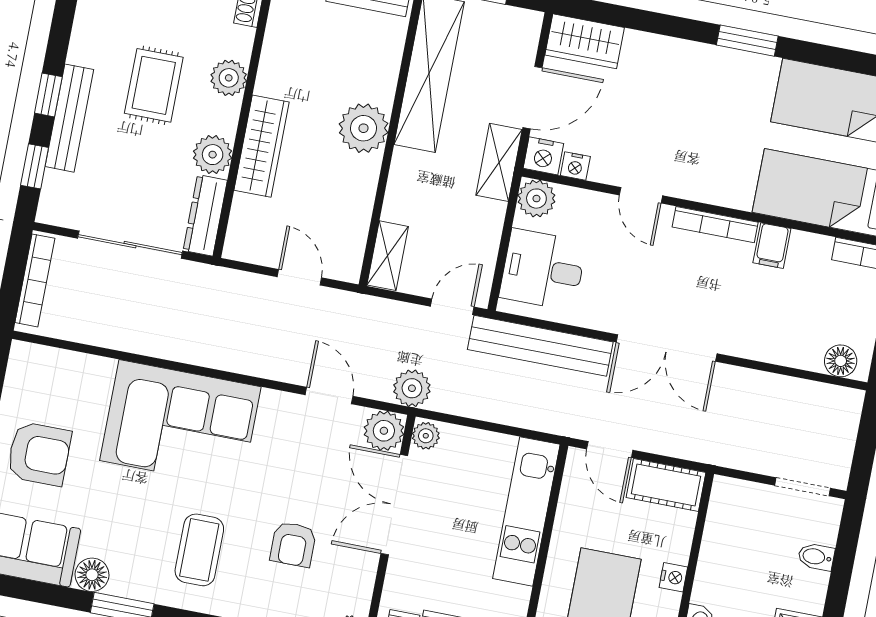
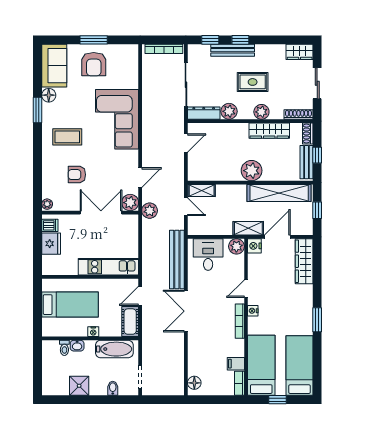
wardrobe: (585, 41) -> (304, 261), width x1.50
door: (533, 98) -> (277, 237), swing flipped
wardrobe: (262, 146) -> (269, 131), moved
nightstand: (575, 166) -> (253, 311), moved
filing cabinet: (772, 246) -> (236, 364), moved
door: (299, 277) -> (186, 143), moved
door: (452, 307) -> (186, 207), moved
plant: (426, 436) -> (131, 220), removed
bathtub: (724, 535) -> (114, 349), added

